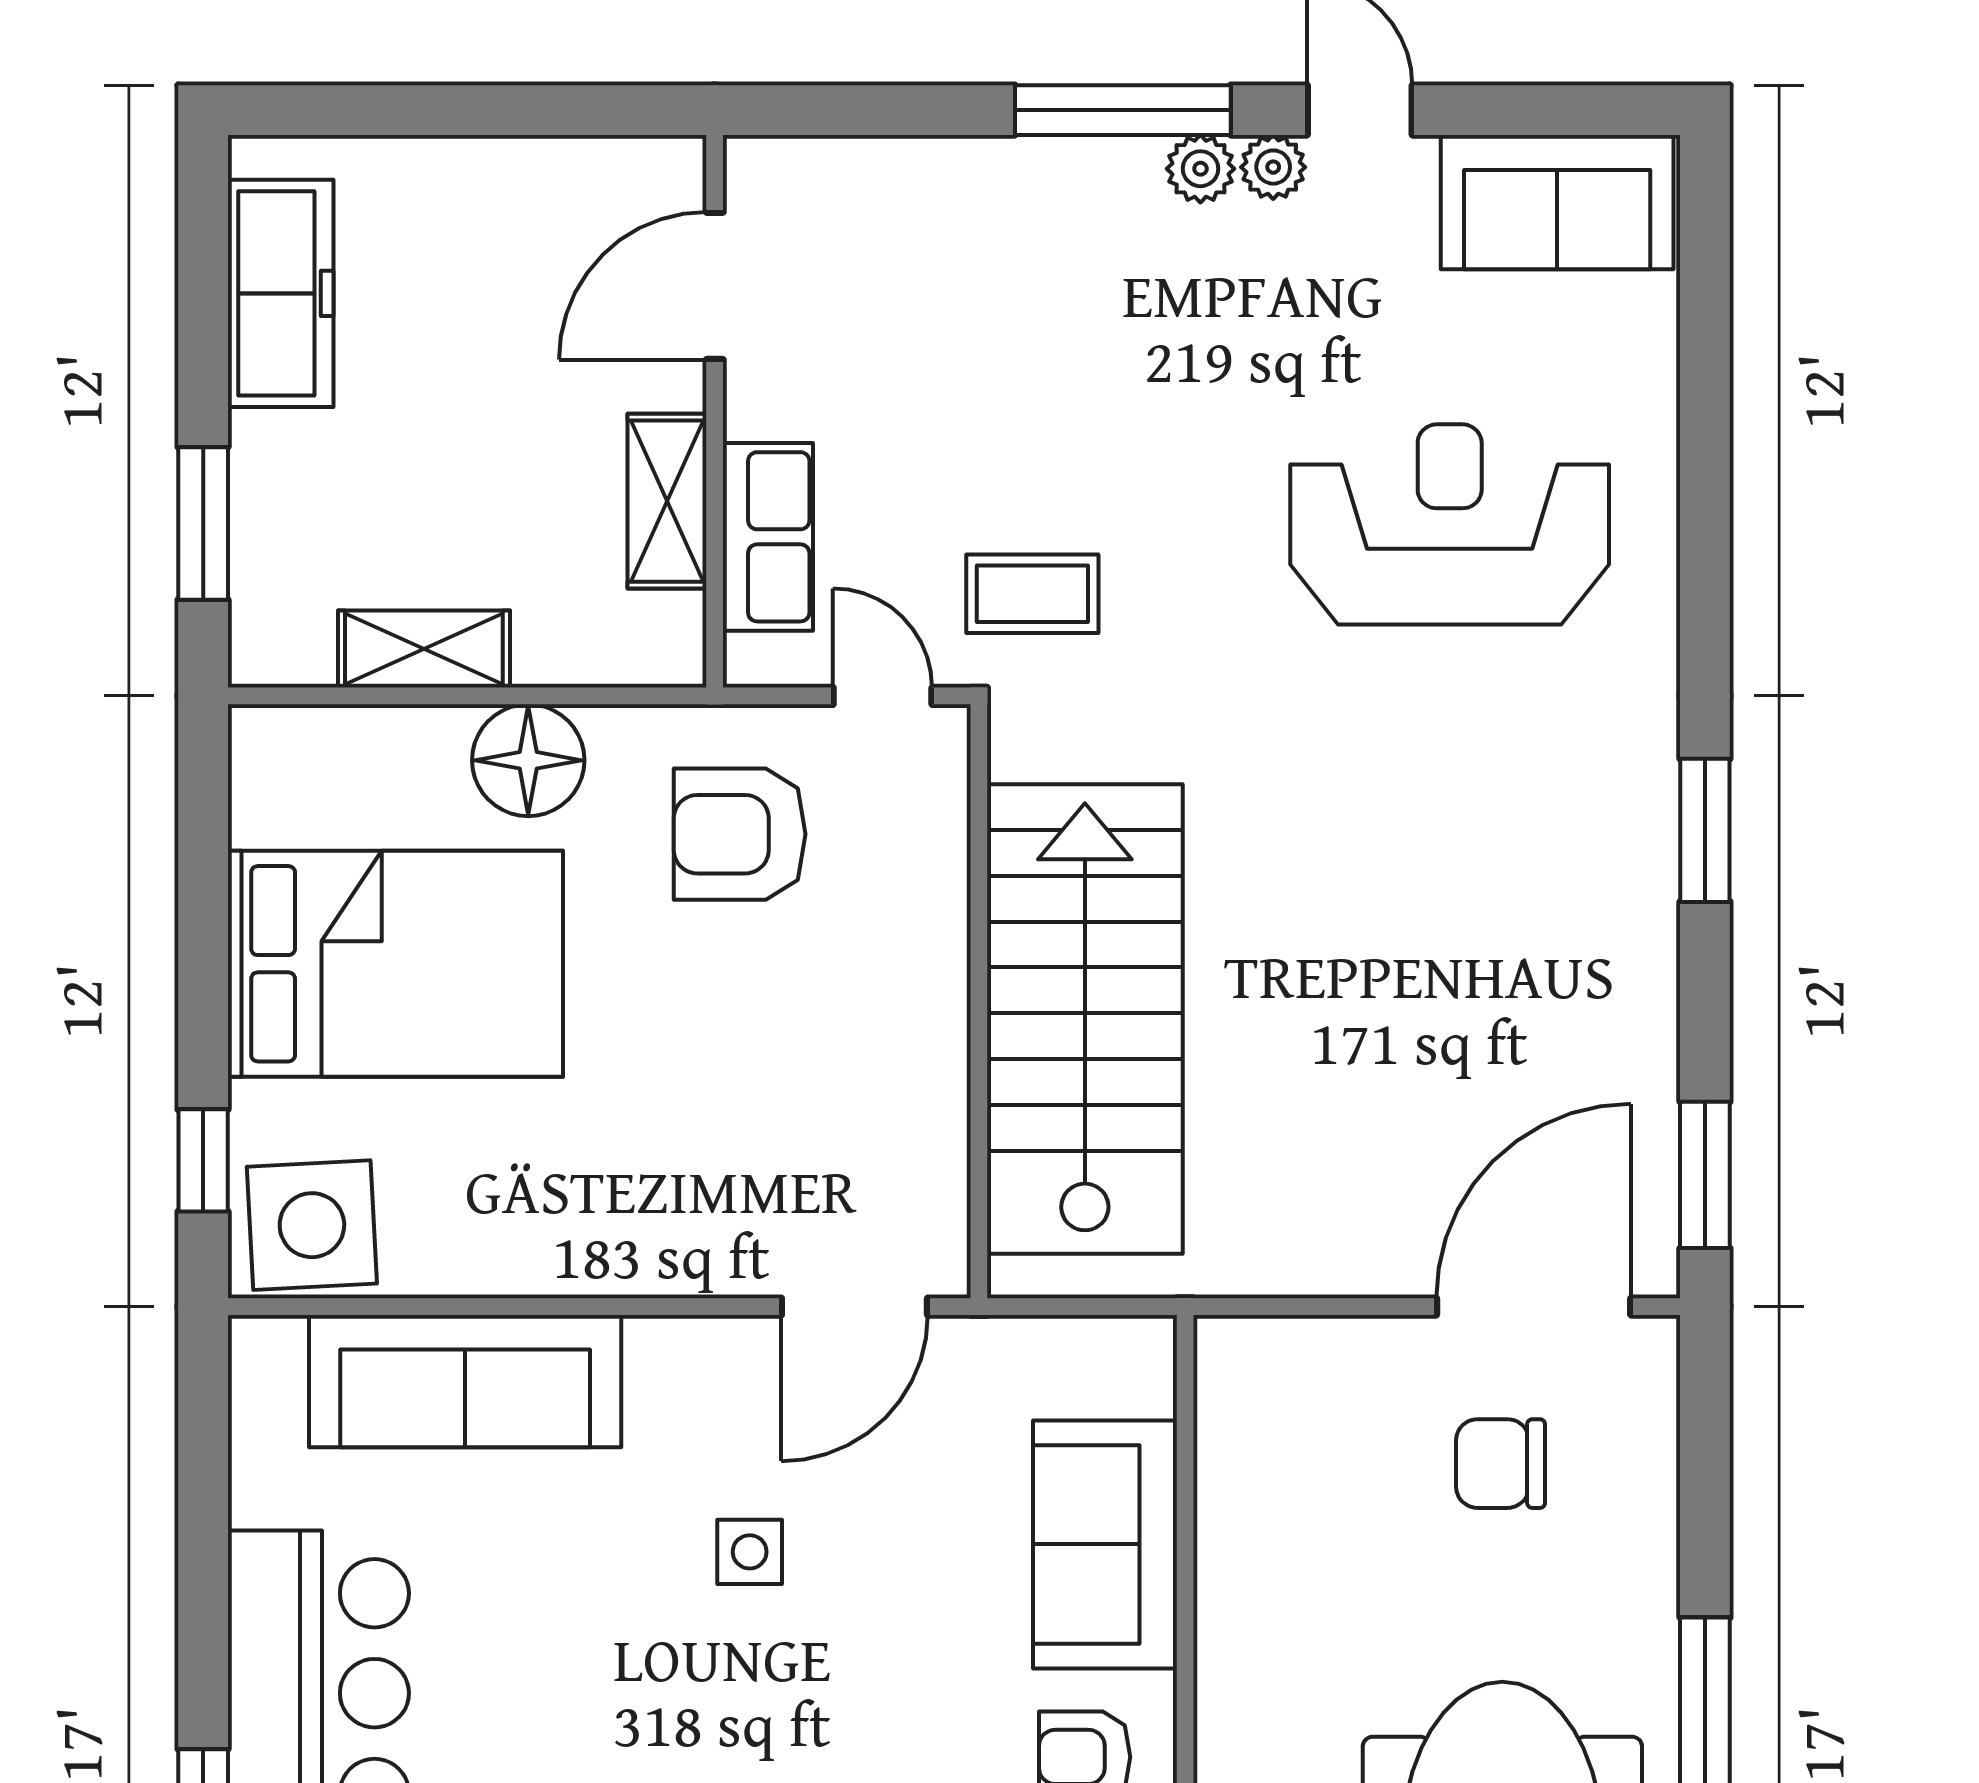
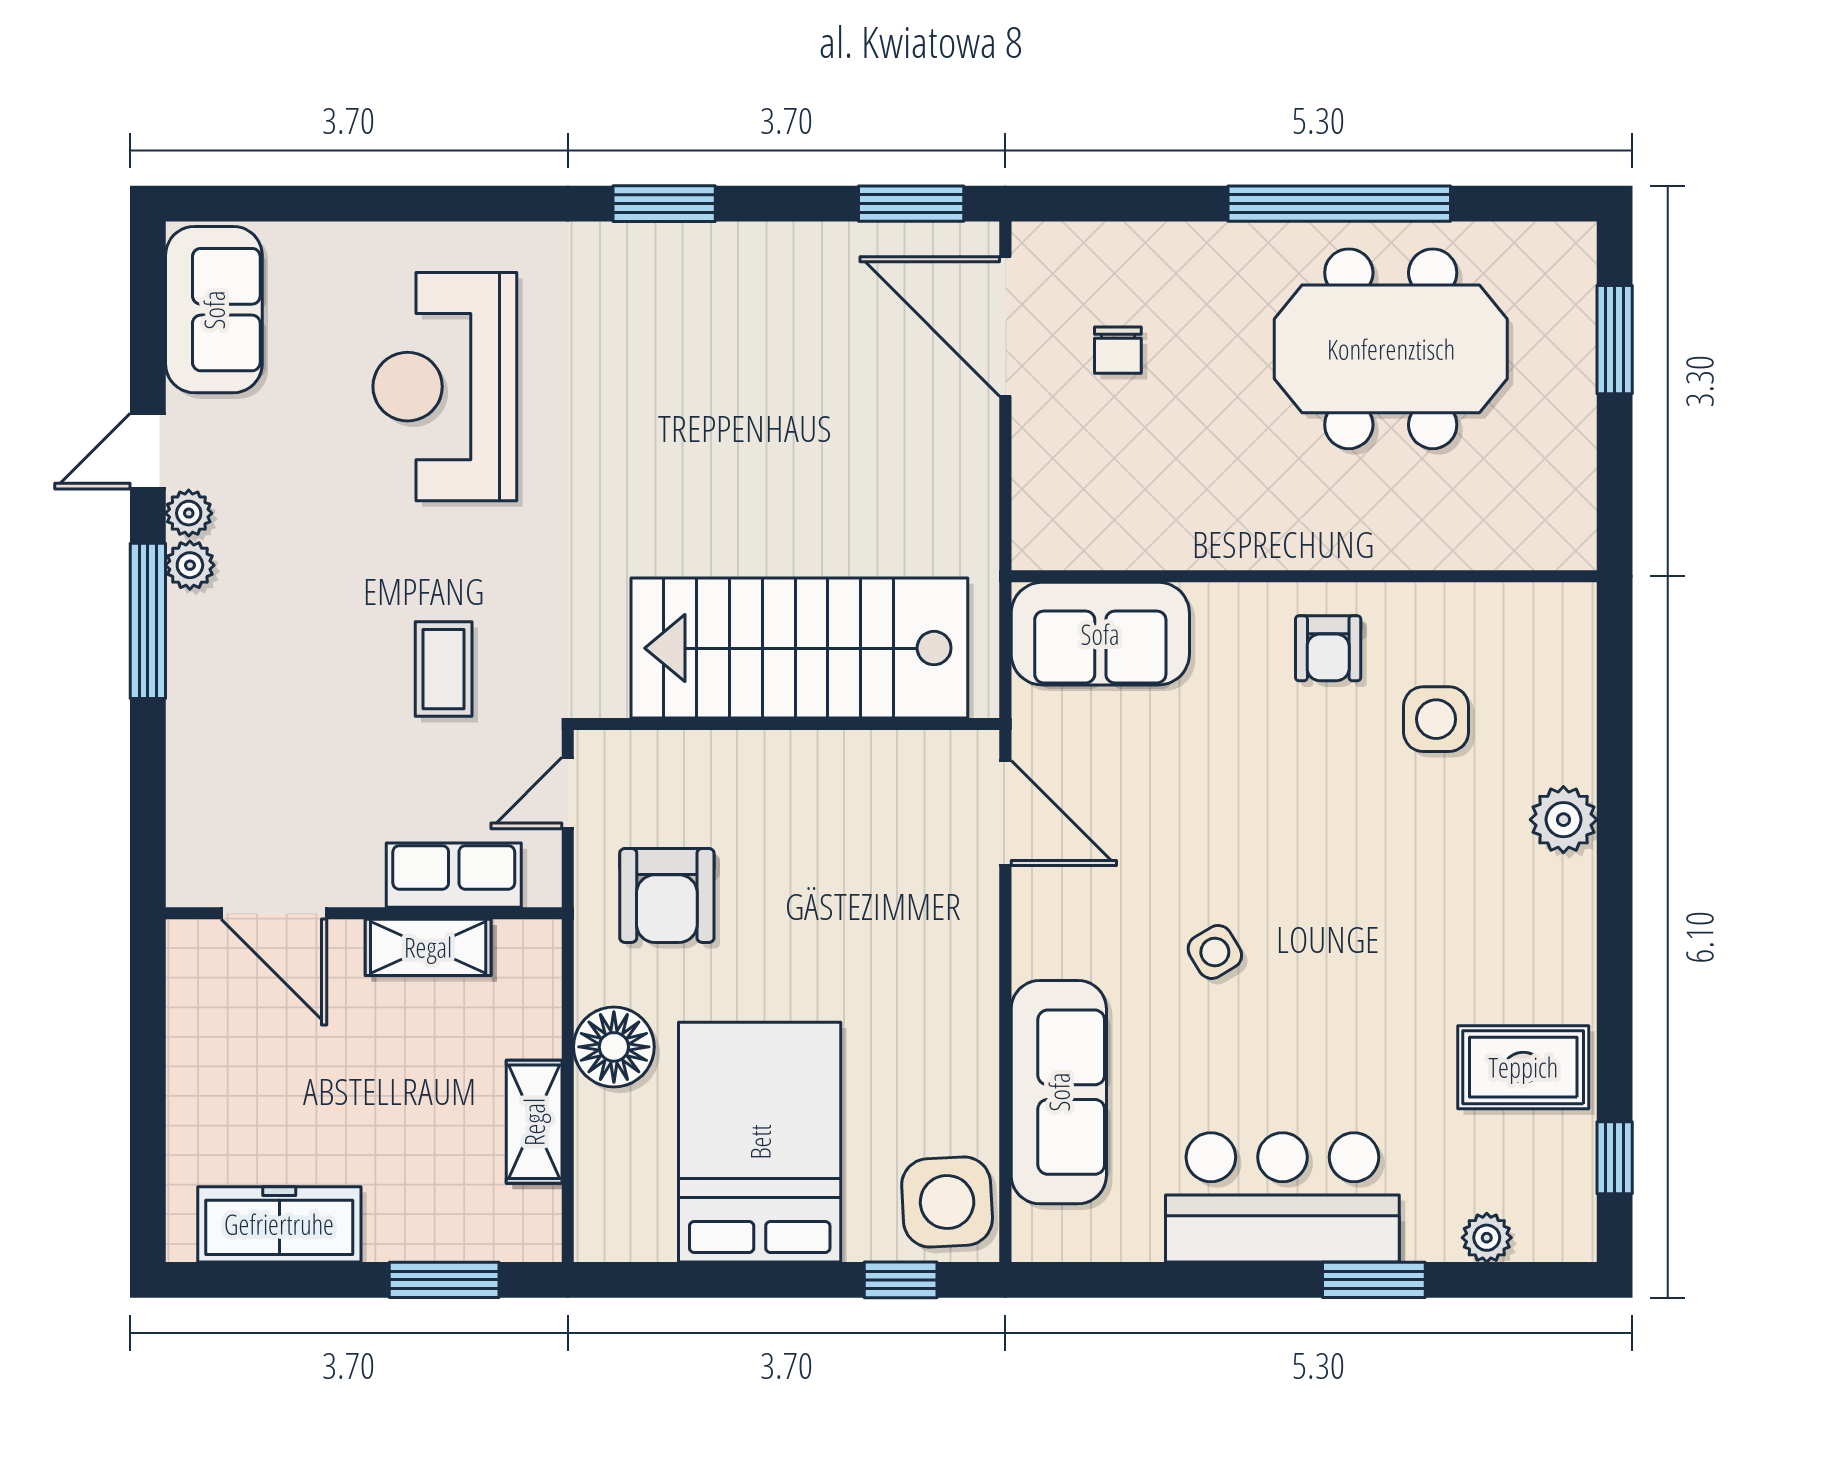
coffee table: (1032, 594) -> (444, 669), moved
chair: (1501, 1464) -> (1118, 350), width x0.73, depth x0.73
sofa: (1105, 1544) -> (1100, 634), moved
side table: (750, 1552) -> (1215, 952), moved, turned -31

